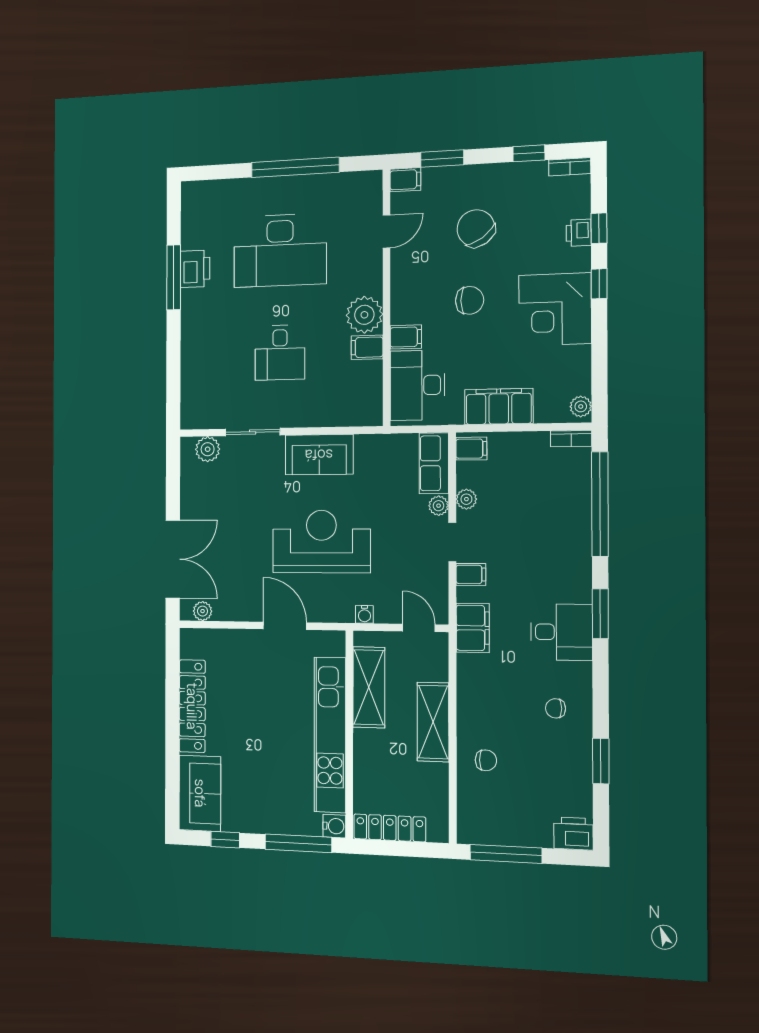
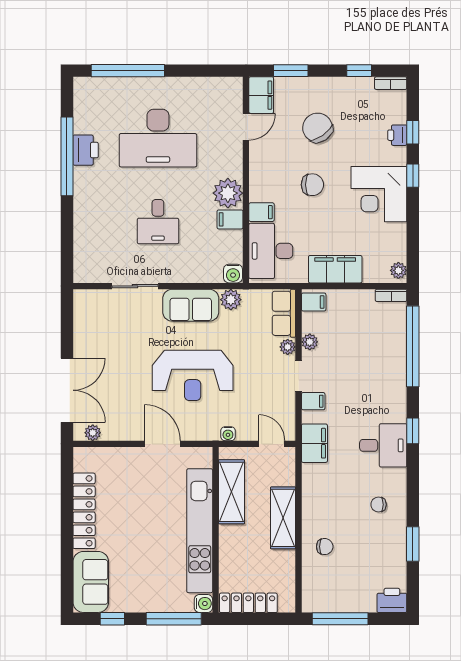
window: (295, 167) -> (128, 71), moved
filing cabinet: (405, 180) -> (261, 95), width x2.00
window: (174, 277) -> (67, 156), width x1.46
water cooler: (371, 414) -> (233, 274), added
plant: (208, 449) -> (231, 300), moved
reception desk: (321, 542) -> (193, 375), turned 180
window: (600, 614) -> (413, 431), width x0.67

